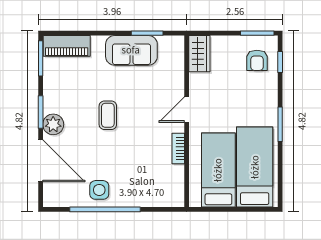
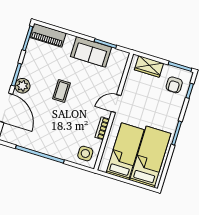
wardrobe: (199, 54) -> (149, 66), moved, turned 90
side table: (99, 190) -> (85, 153), moved

